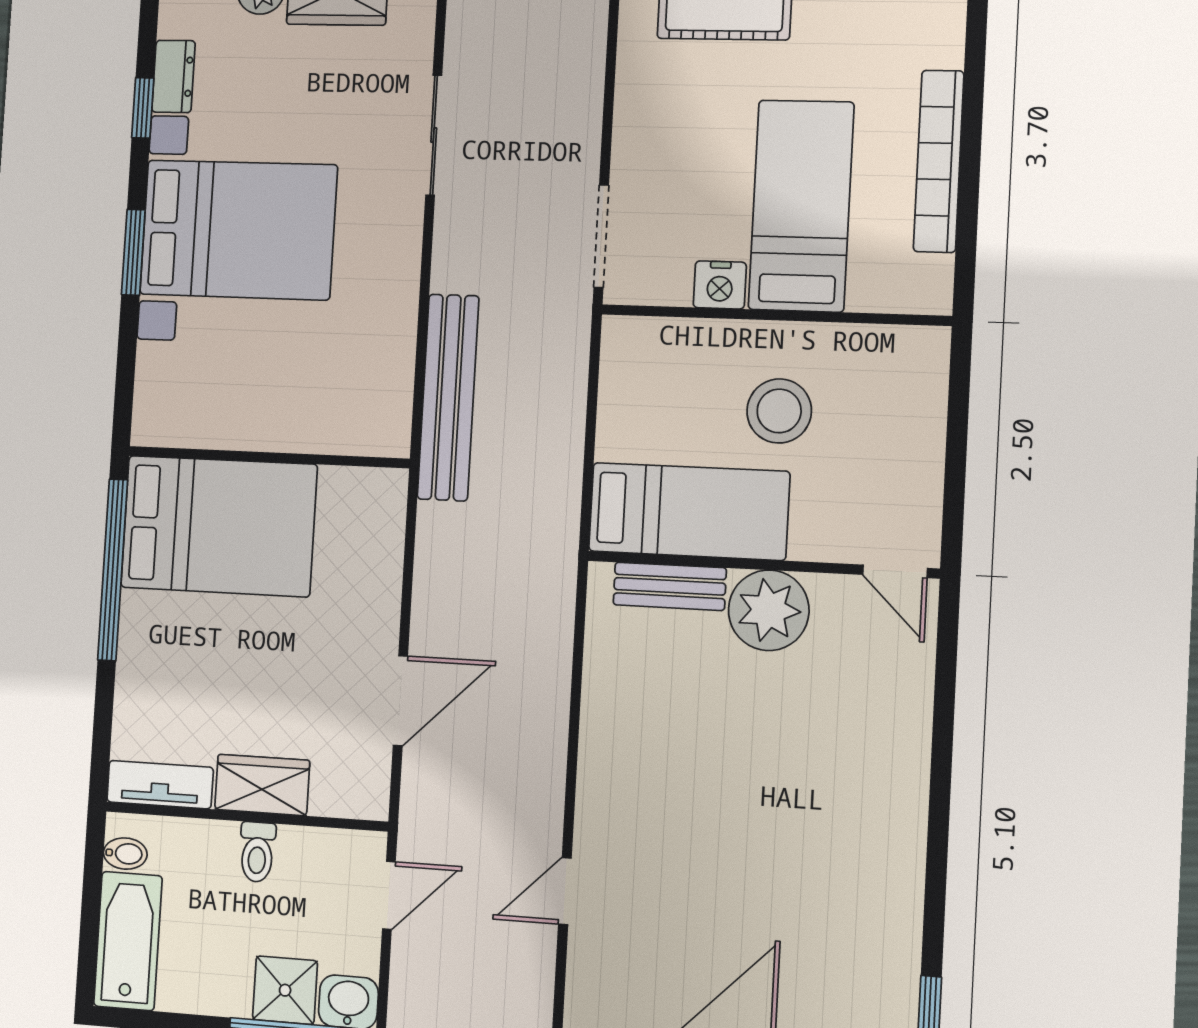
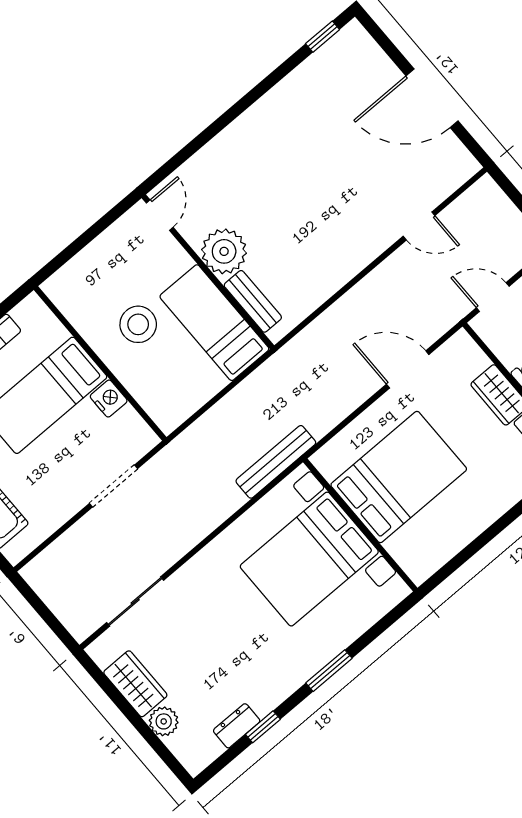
sliding door: (434, 135) -> (135, 601), moved
bed with nightstands: (238, 230) -> (309, 559), moved, turned -90
doorway: (601, 236) -> (113, 486), moved
bench: (448, 397) -> (276, 462), width x0.73, depth x0.82
bed: (219, 526) -> (399, 477), moved, turned 90
window: (113, 570) -> (473, 548), removed

